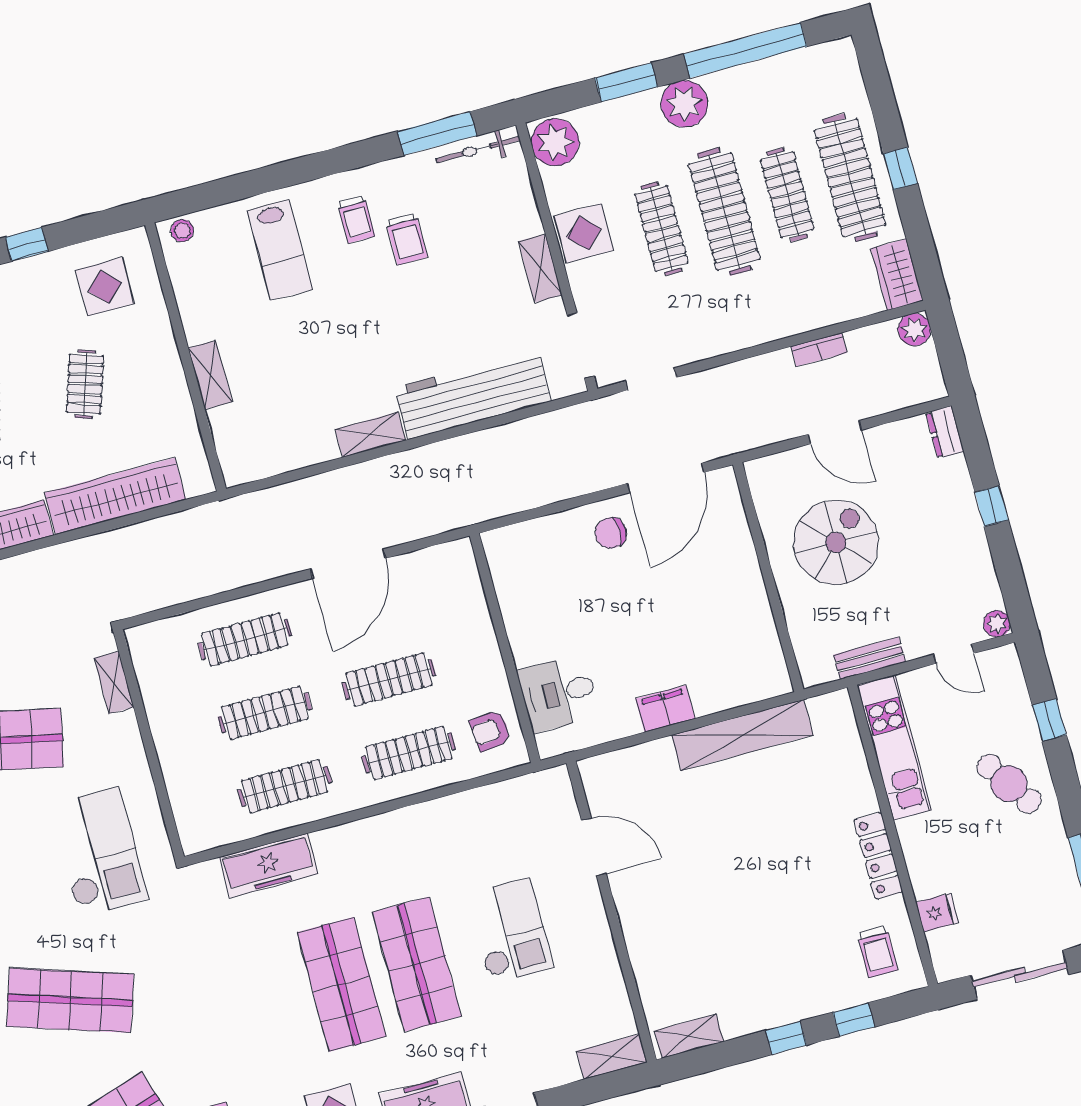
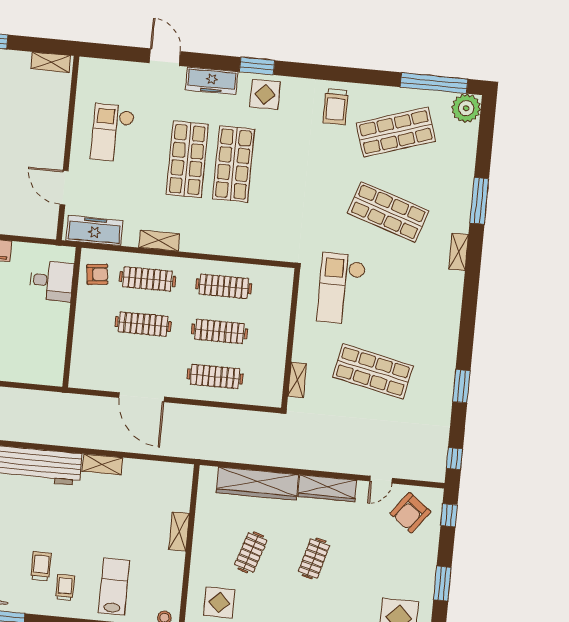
door: (348, 564) -> (142, 397), swing flipped
freezer: (269, 866) -> (95, 231), moved
checkout: (510, 931) -> (112, 133), moved
shelving: (612, 1057) -> (159, 241), moved

